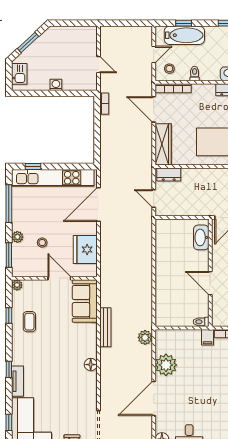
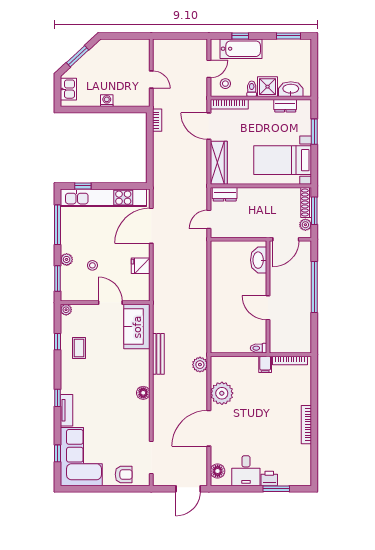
shower: (210, 71) -> (268, 87), added
door: (154, 198) -> (209, 219), hinge flipped
fridge: (85, 250) -> (141, 266), width x0.53, depth x0.75

